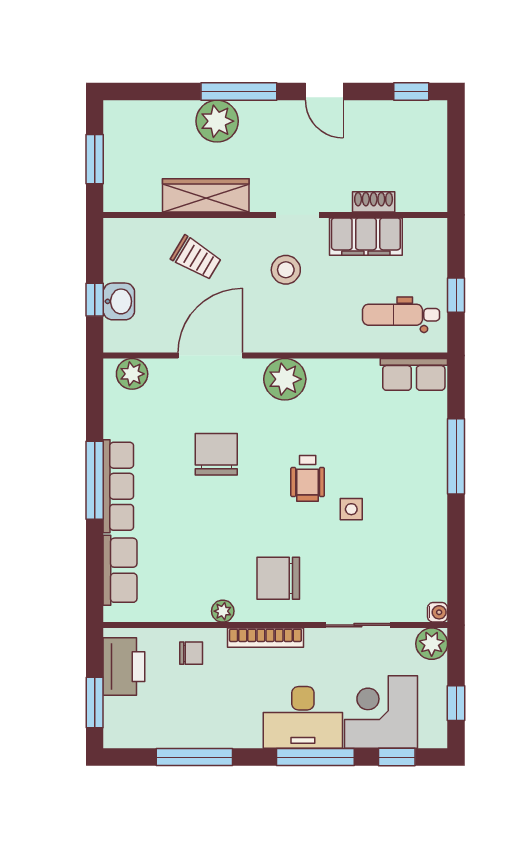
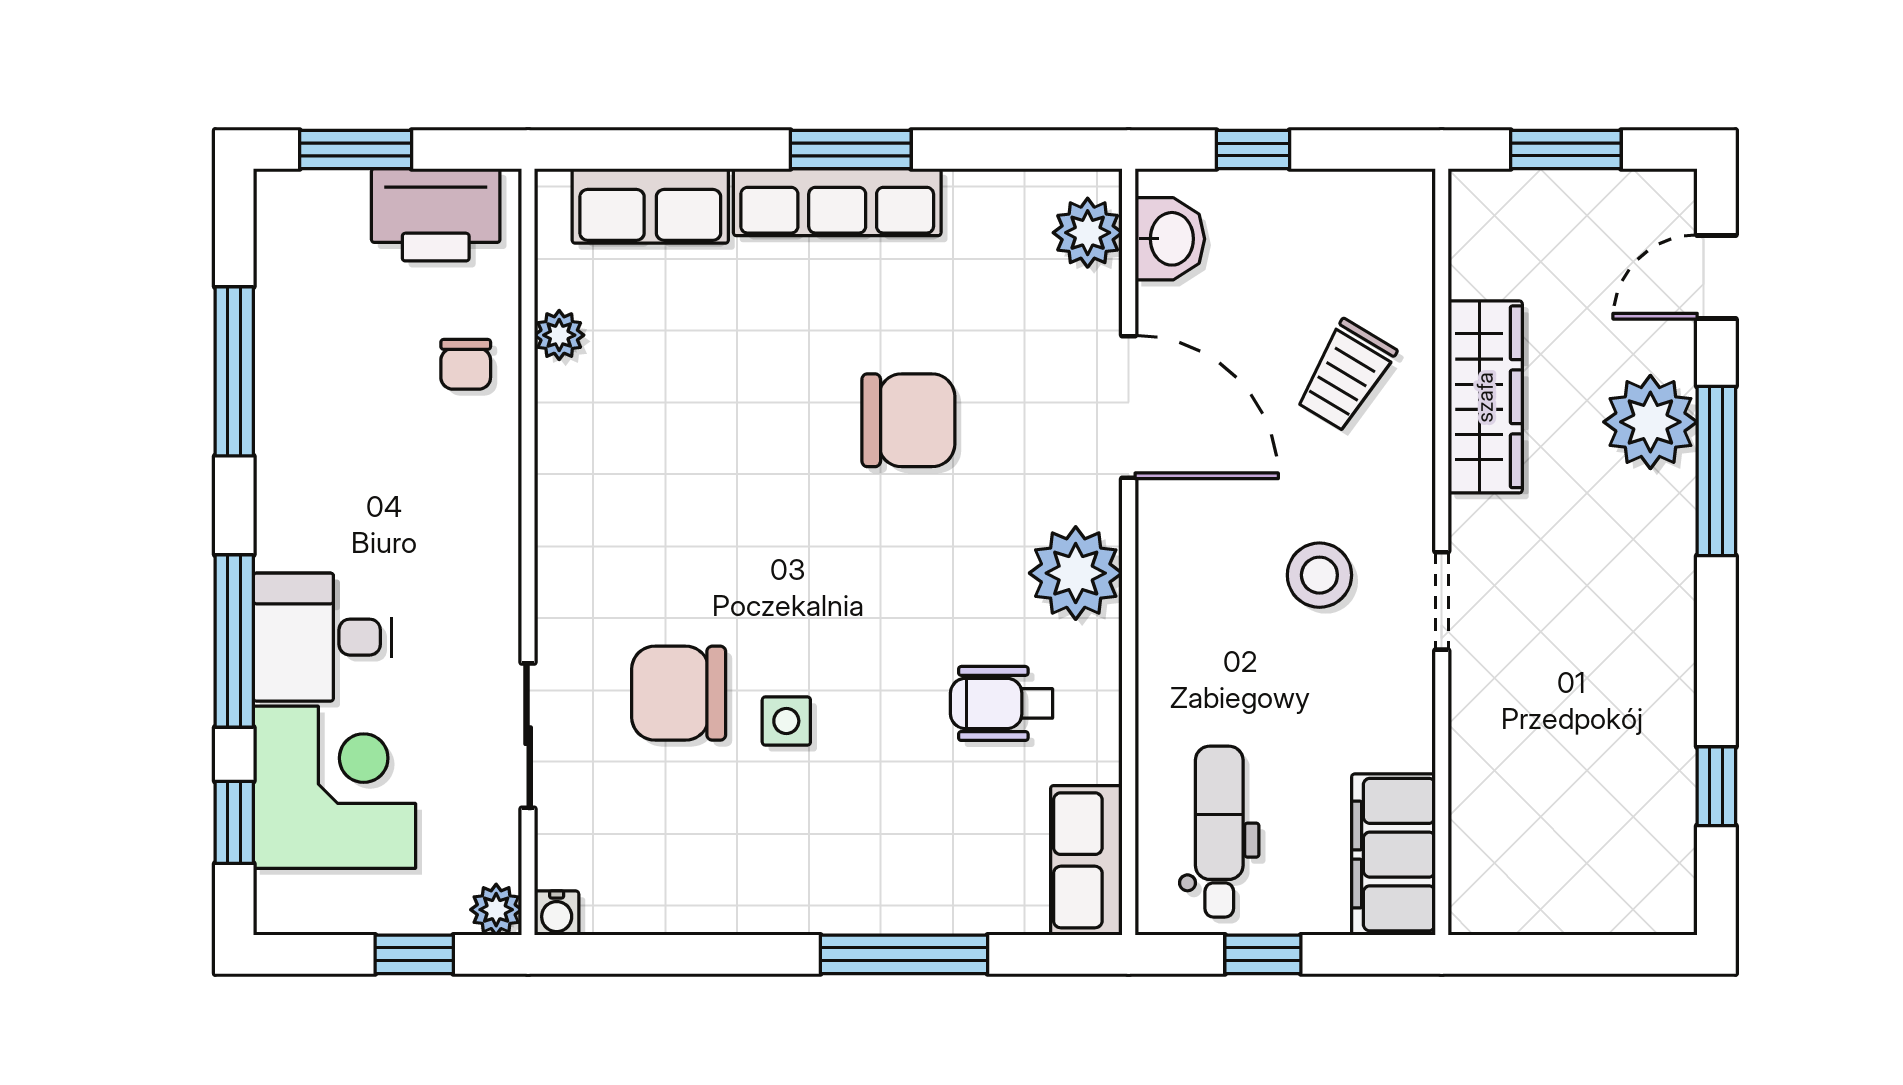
door: (324, 92) -> (1716, 277), moved
window: (411, 92) -> (1716, 786), moved
shoe rack: (374, 202) -> (1471, 771), removed
filing cabinet: (366, 237) -> (1393, 855), moved
washbasin: (119, 301) -> (1170, 239), moved, turned -90
wheelchair: (308, 478) -> (1001, 703), moved
window: (95, 480) -> (851, 149), width x0.69
chair: (278, 578) -> (679, 693), moved, turned -90
plant: (223, 611) -> (559, 335), moved
bookcase: (265, 638) -> (500, 530), removed
plant: (432, 644) -> (496, 910), width x0.73, depth x0.73
window: (456, 703) -> (414, 954), moved
desk: (303, 717) -> (322, 637), width x0.73

